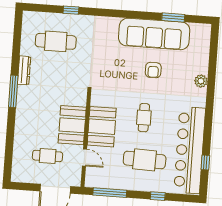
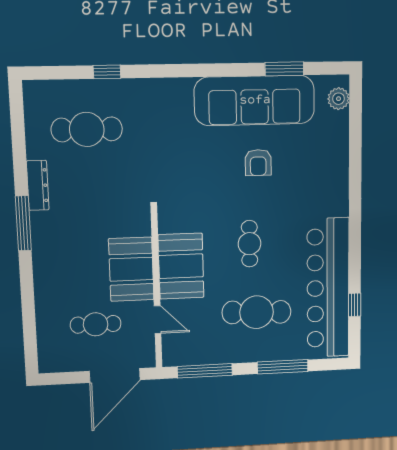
plant: (201, 81) -> (339, 99), moved
window: (158, 196) -> (283, 367), width x2.17

